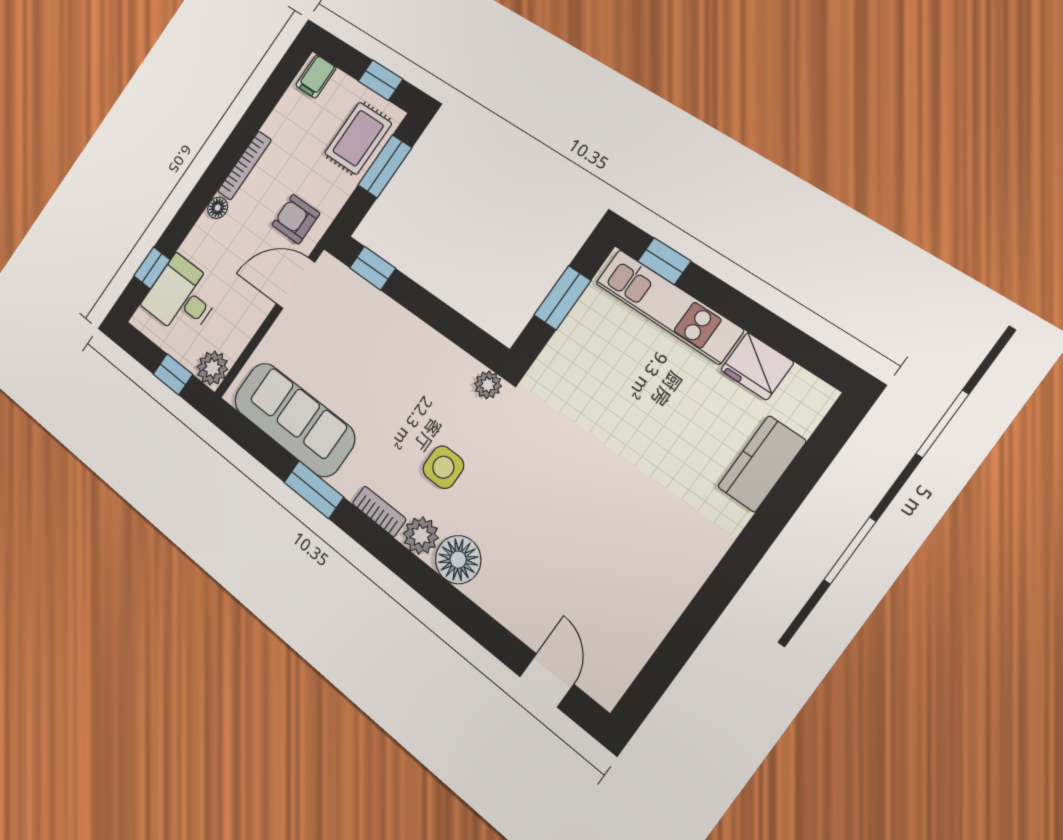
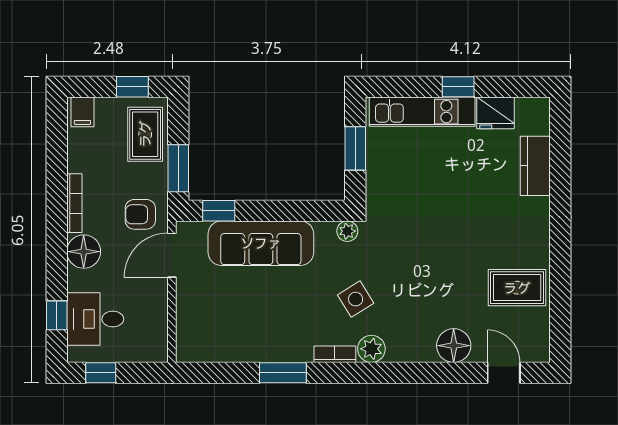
window: (385, 166) -> (178, 168), moved
floor lamp: (218, 208) -> (84, 252), width x1.89, depth x1.89
window: (664, 261) -> (458, 87), moved
plant: (212, 368) -> (154, 349), removed
window: (173, 374) -> (101, 373), moved
sofa: (294, 419) -> (261, 243), moved, turned 180
side table: (443, 467) -> (356, 299), turned -32
floor lamp: (458, 560) -> (454, 346), moved
rug: (634, 593) -> (517, 288), added

